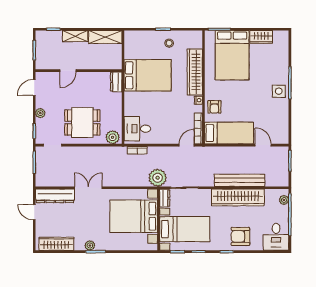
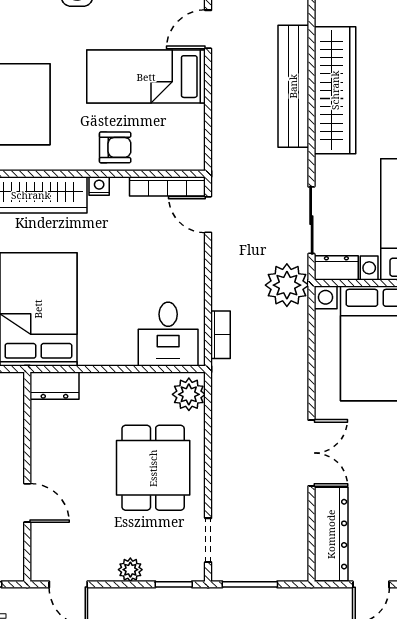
bed: (229, 133) -> (146, 77), moved, turned -90
double door: (88, 188) -> (311, 453), swing flipped

